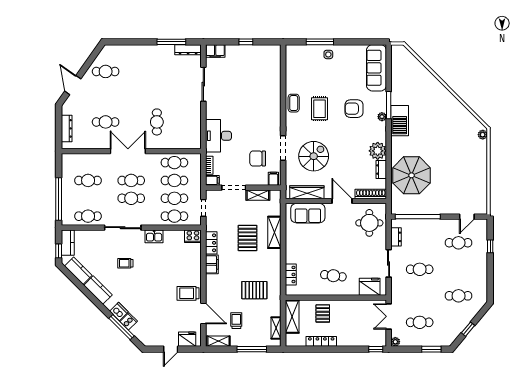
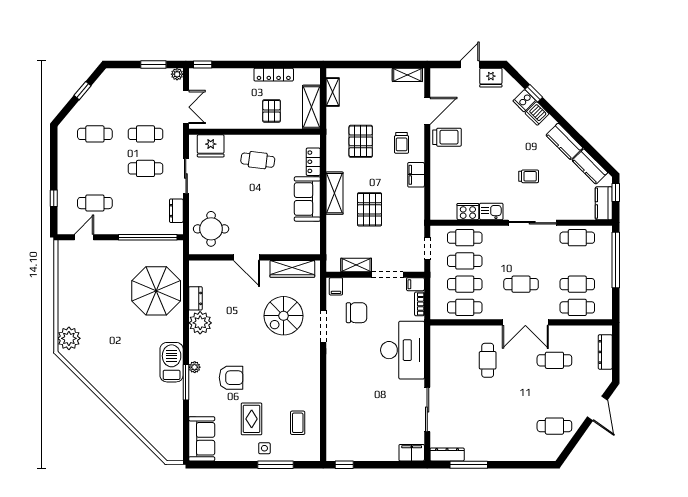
window: (246, 42) -> (344, 465), moved
sofa: (377, 68) -> (202, 439), width x0.73
coffee table: (294, 103) -> (298, 423), moved
rug: (320, 109) -> (252, 419), moved
plant: (483, 135) -> (69, 338), width x1.88, depth x1.88
desk: (218, 136) -> (402, 350), width x1.36, depth x1.30
shoe rack: (371, 194) -> (209, 267), removed
cafe table: (131, 198) -> (577, 307), moved
sofa: (308, 213) -> (307, 199), moved, turned -90
shelving: (274, 232) -> (335, 193), moved
cooker: (193, 236) -> (468, 212), moved
locker: (211, 243) -> (417, 203), removed
pallet: (254, 290) -> (361, 141), turned 90
door: (203, 314) -> (427, 111), swing flipped
trolley: (236, 321) -> (402, 143), moved
cafe table: (420, 322) -> (145, 134), moved
window: (122, 327) -> (534, 93), width x0.46
fridge: (187, 339) -> (491, 78), moved
window: (252, 349) -> (364, 65), removed
window: (431, 349) -> (153, 65), moved

